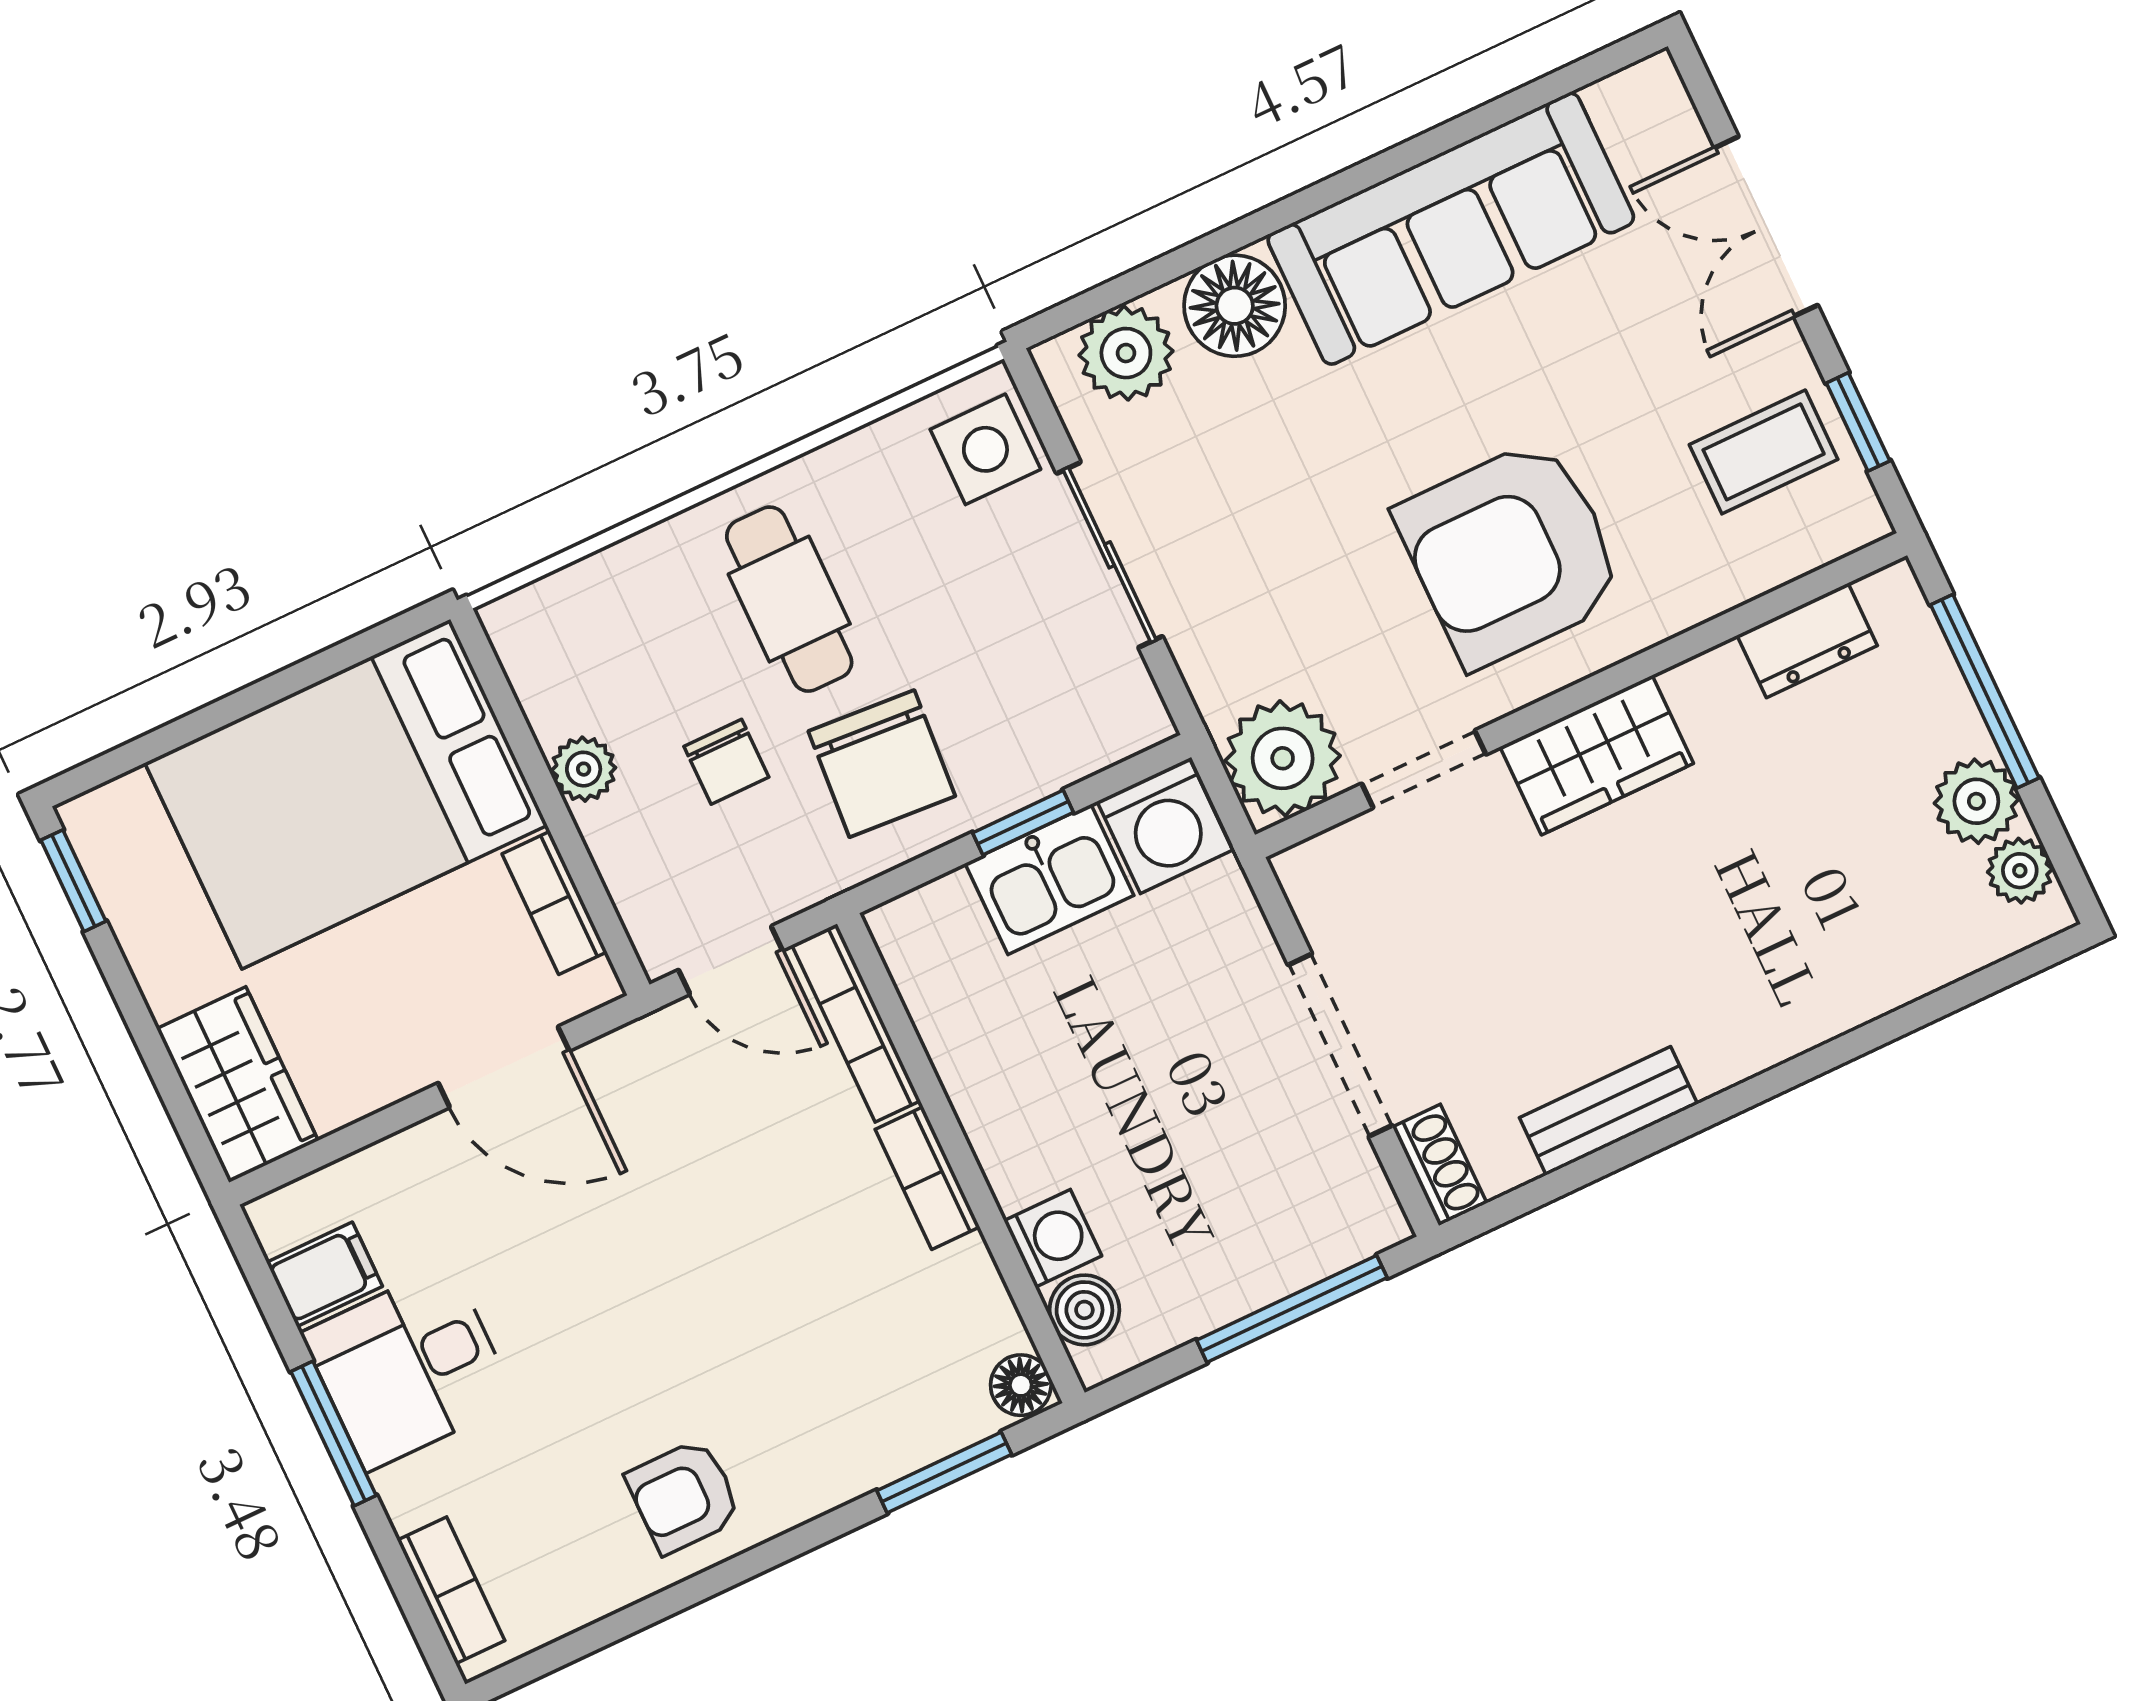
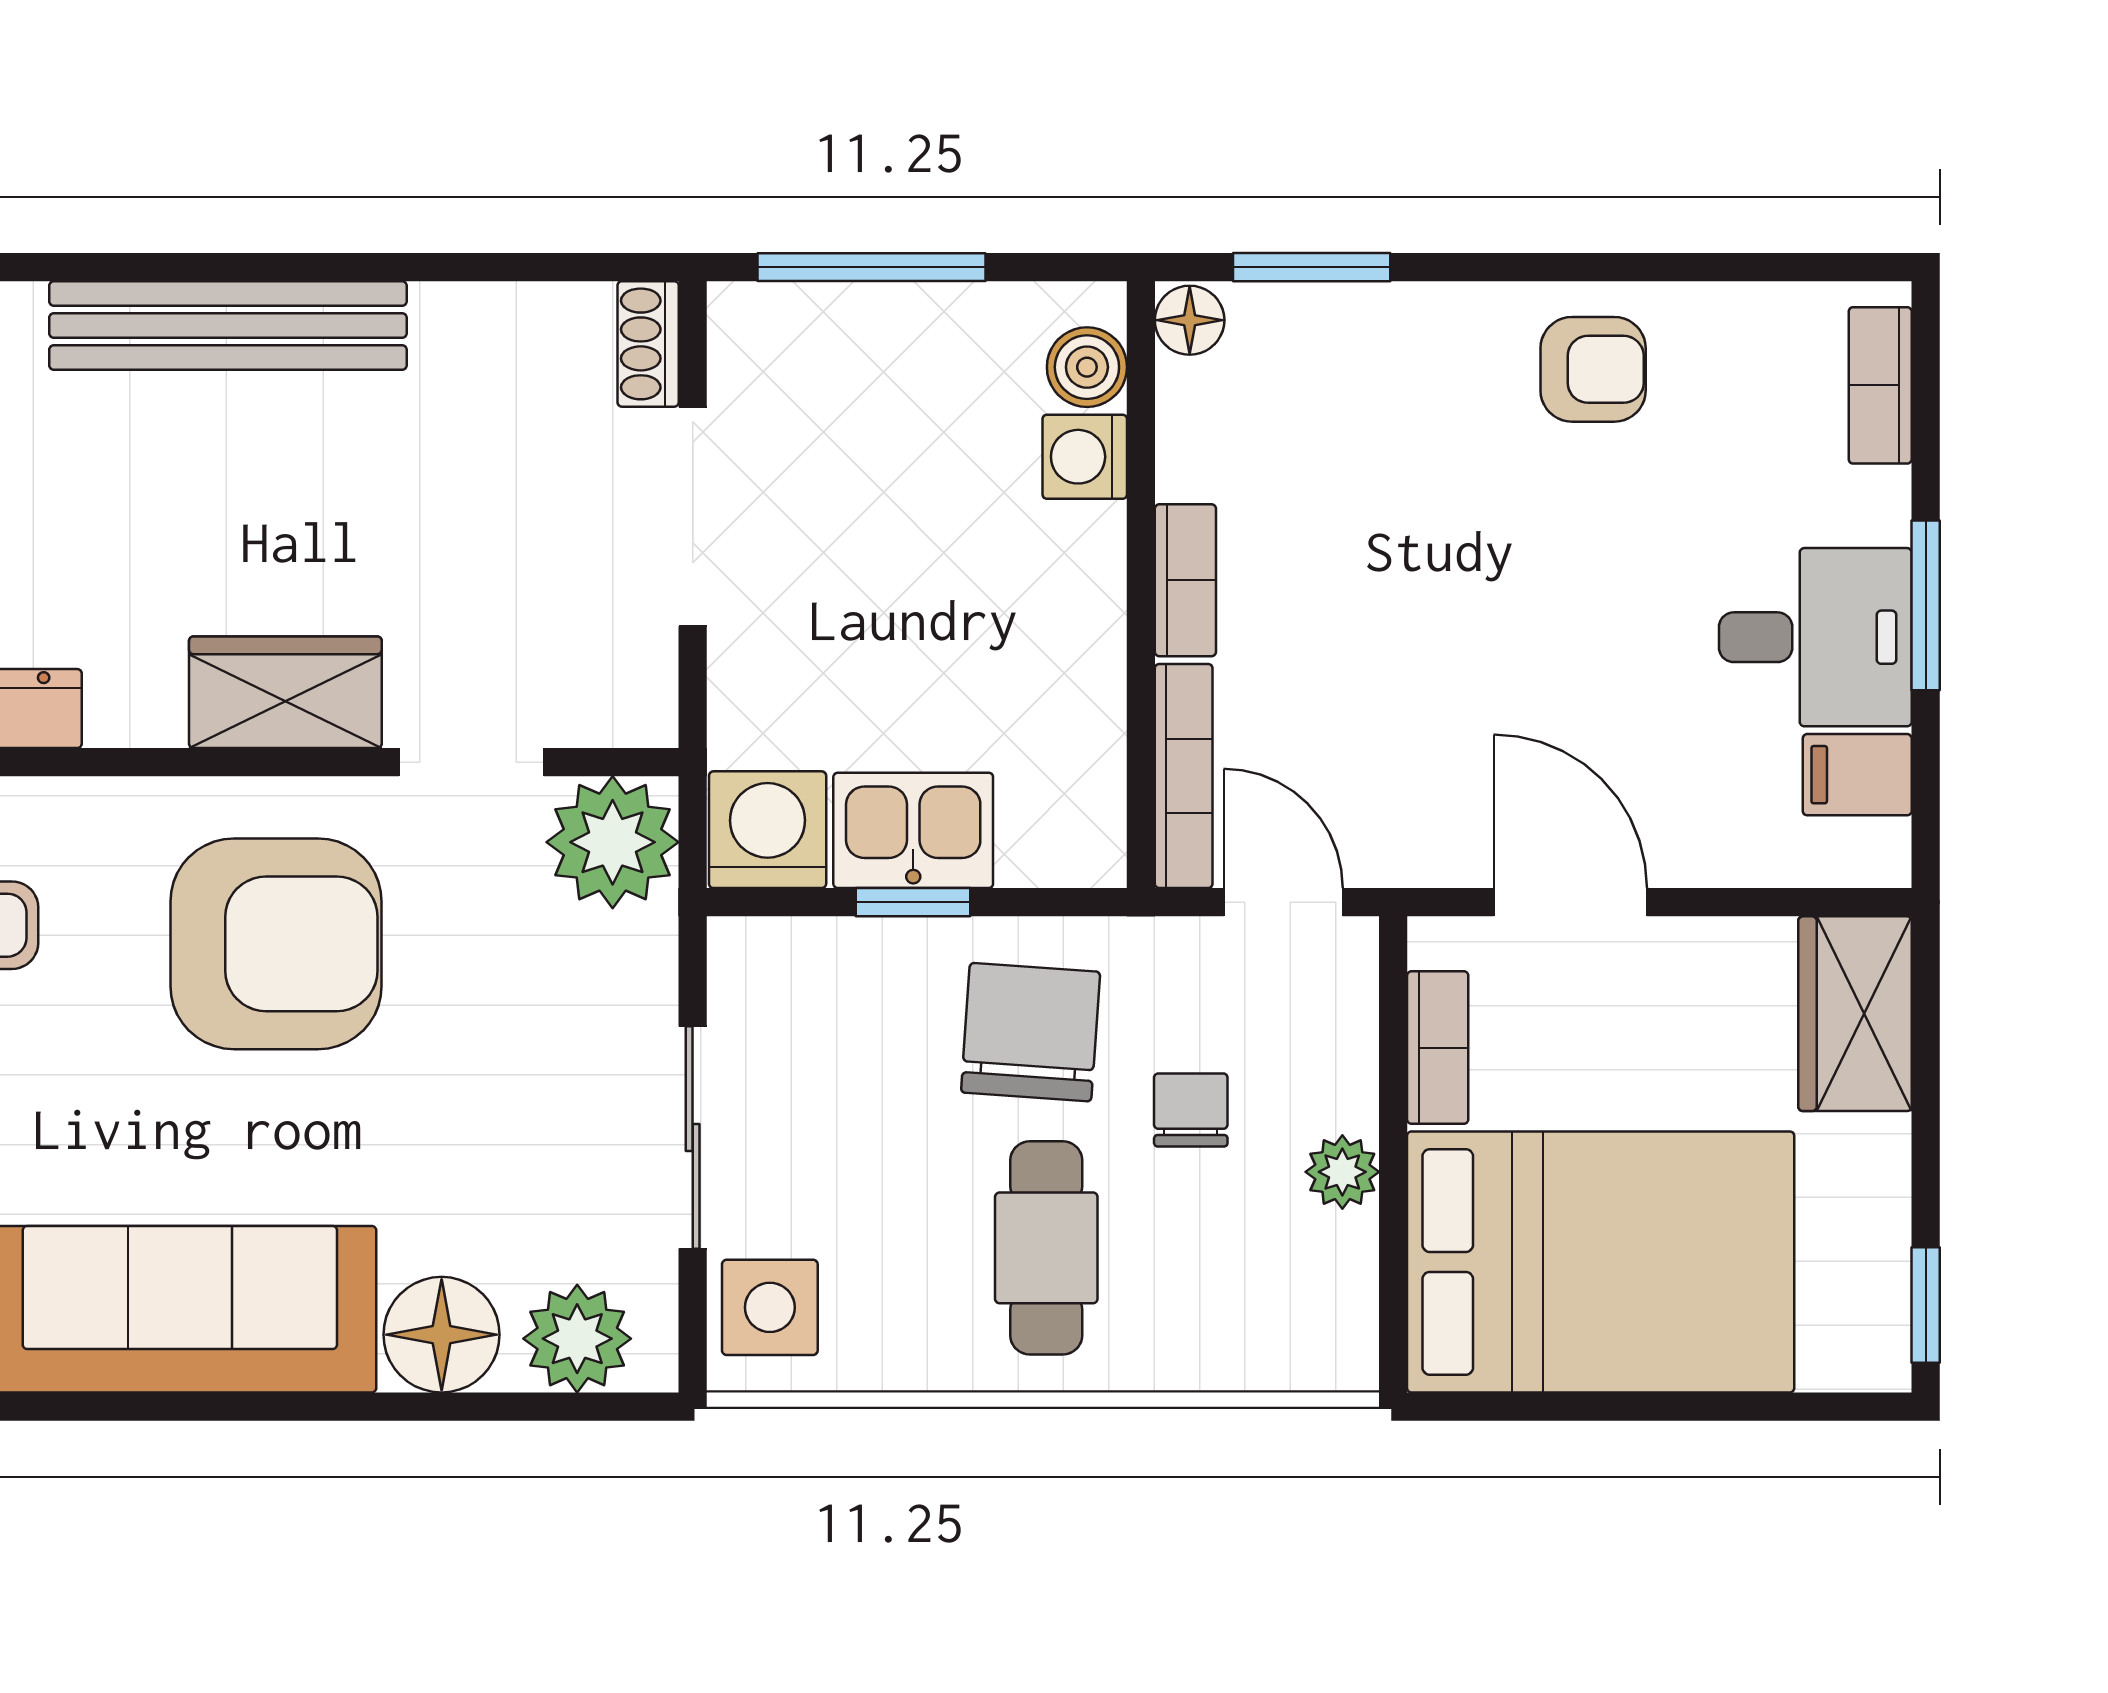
bench: (1609, 1111) -> (228, 325), moved, width x1.86, depth x1.21

